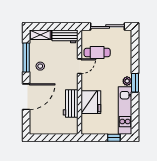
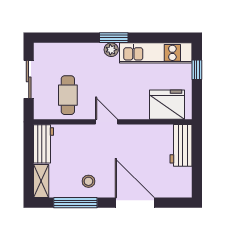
sliding door: (108, 27) -> (29, 79), width x0.73
door: (79, 66) -> (107, 122), moved
fridge: (91, 102) -> (167, 105), moved
workbench: (71, 103) -> (181, 145), moved, turned 90

